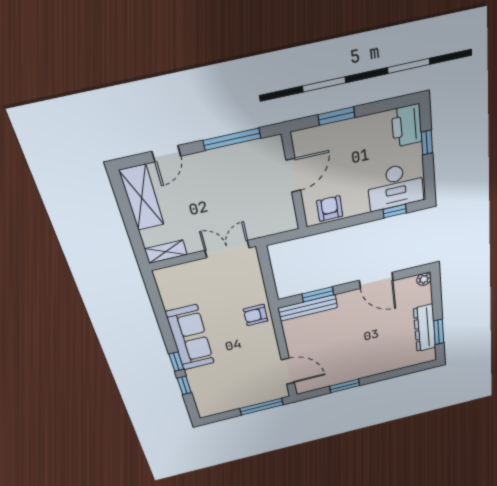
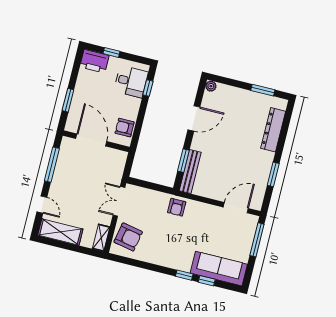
door: (293, 175) -> (91, 140), width x1.36
desk: (396, 187) -> (131, 81), width x0.73
armchair: (186, 282) -> (128, 237), added
dresser: (425, 328) -> (273, 130), moved, turned 90
sofa: (190, 338) -> (219, 269), moved

